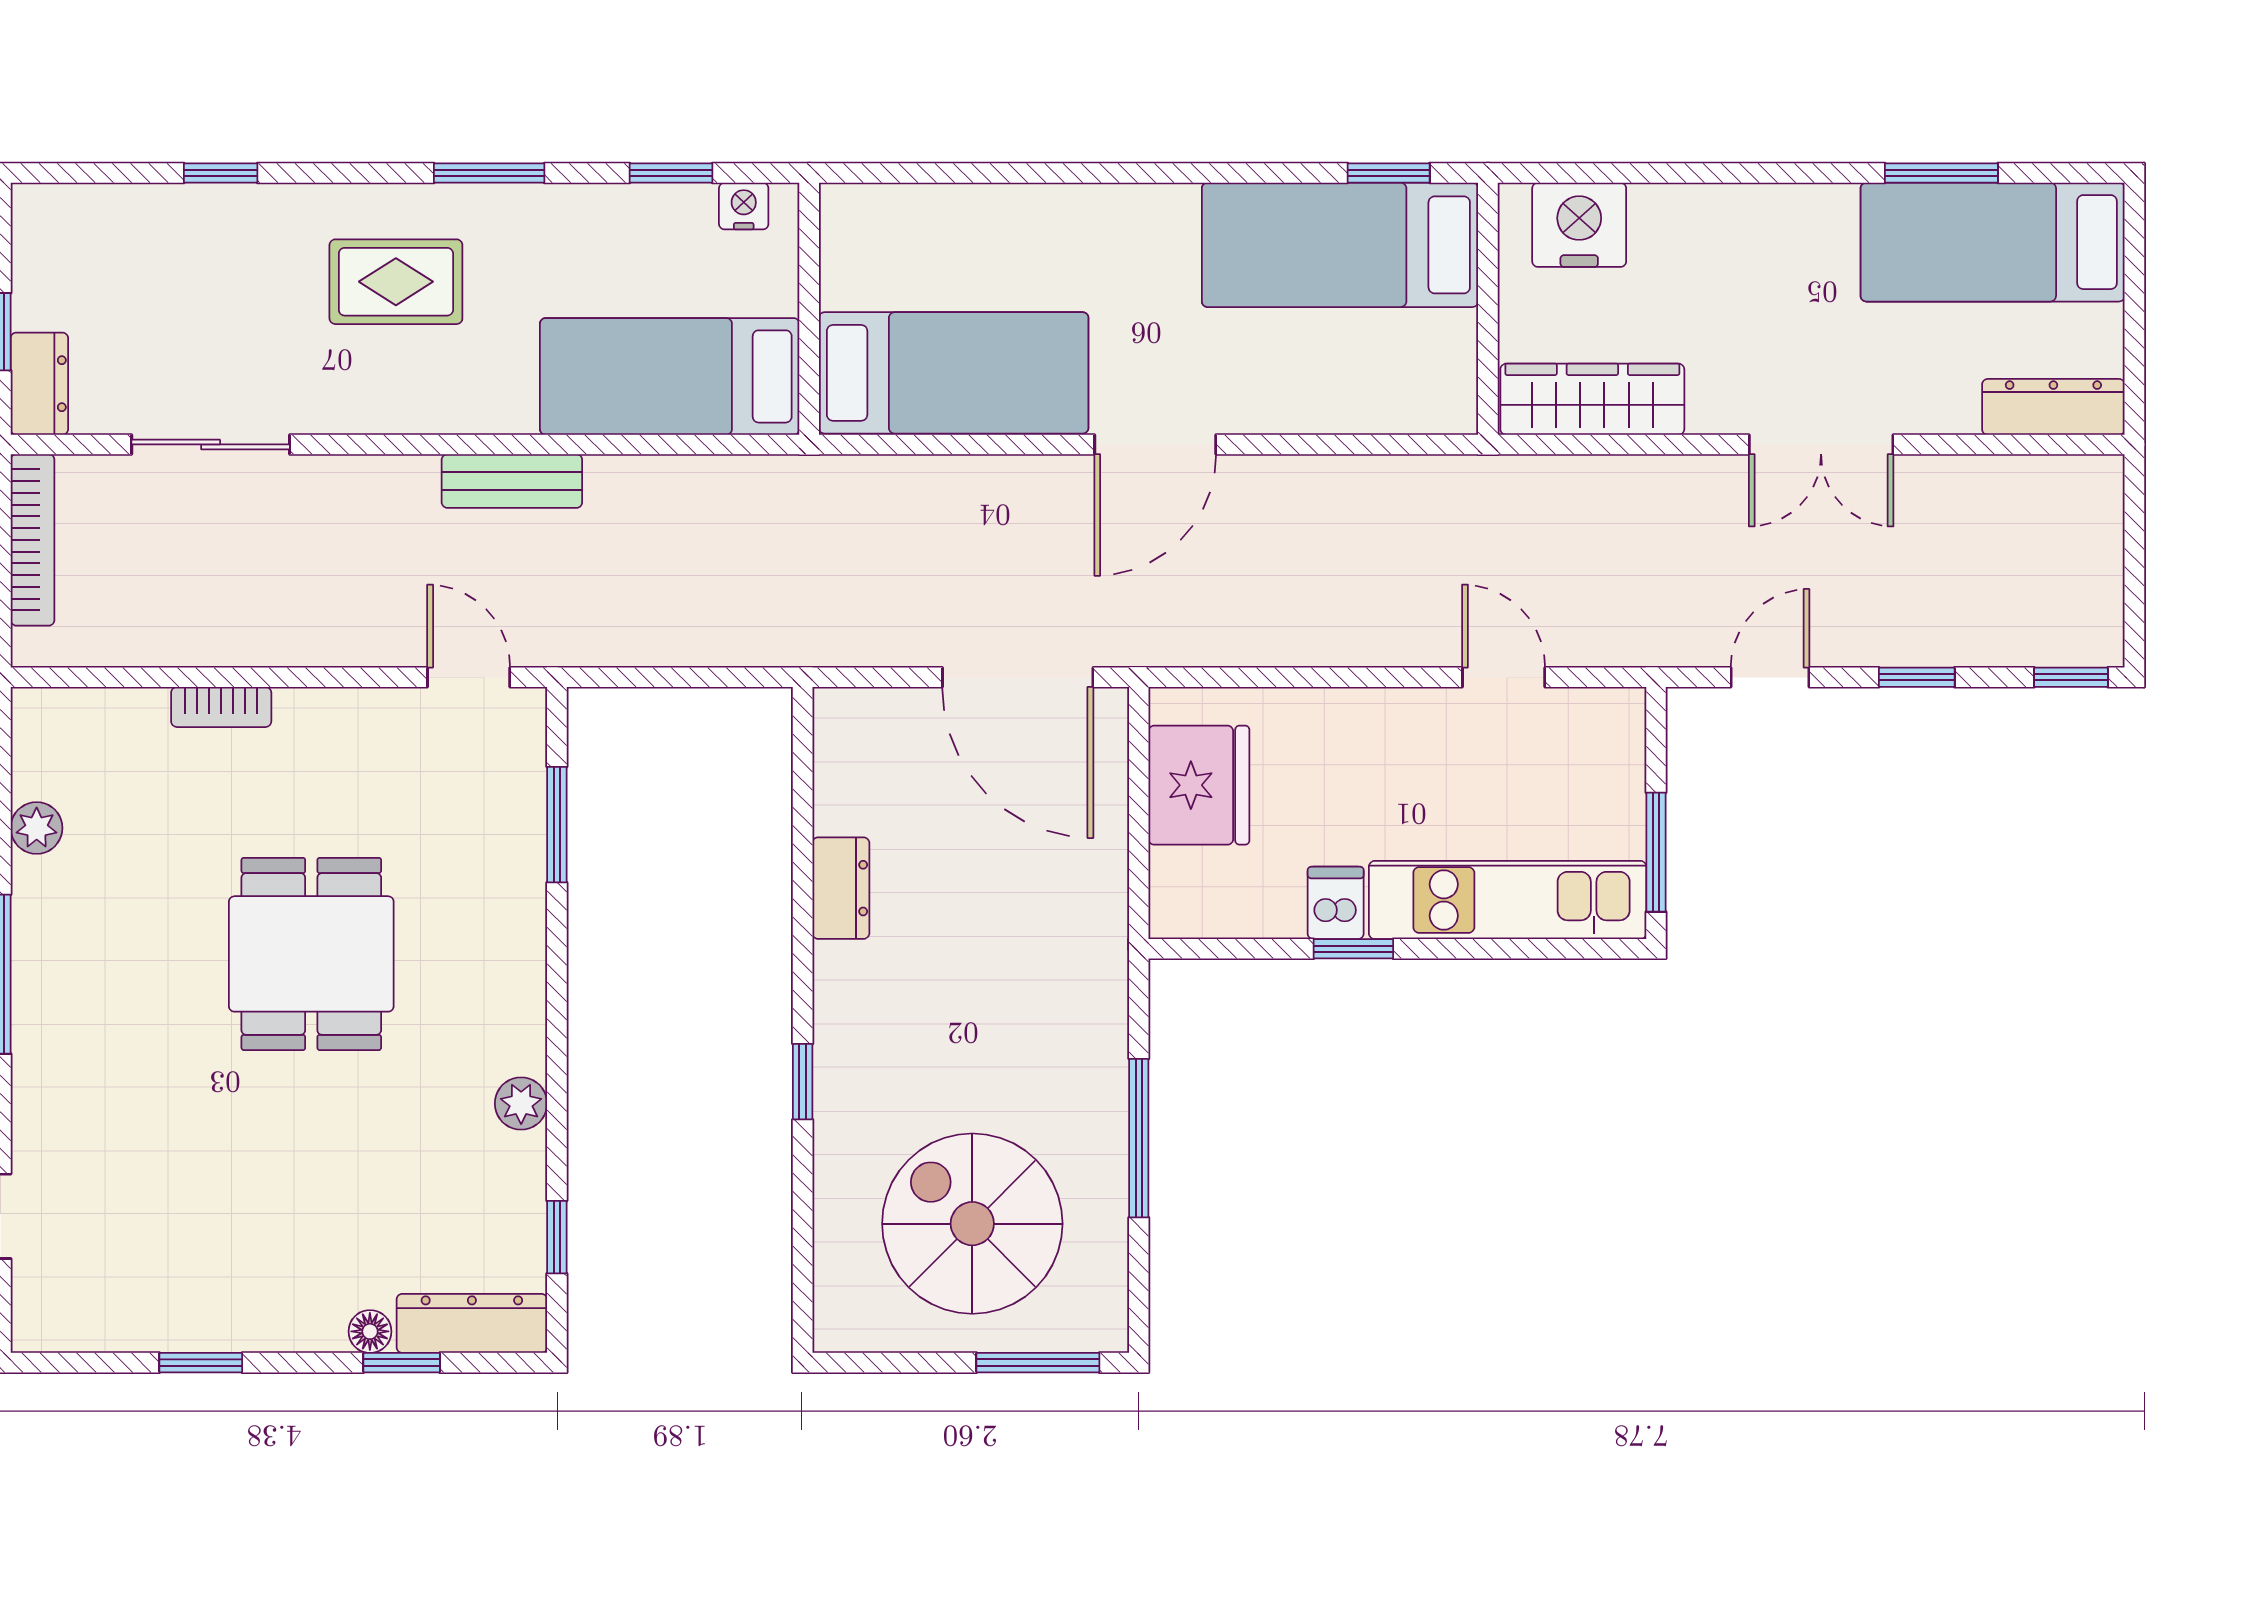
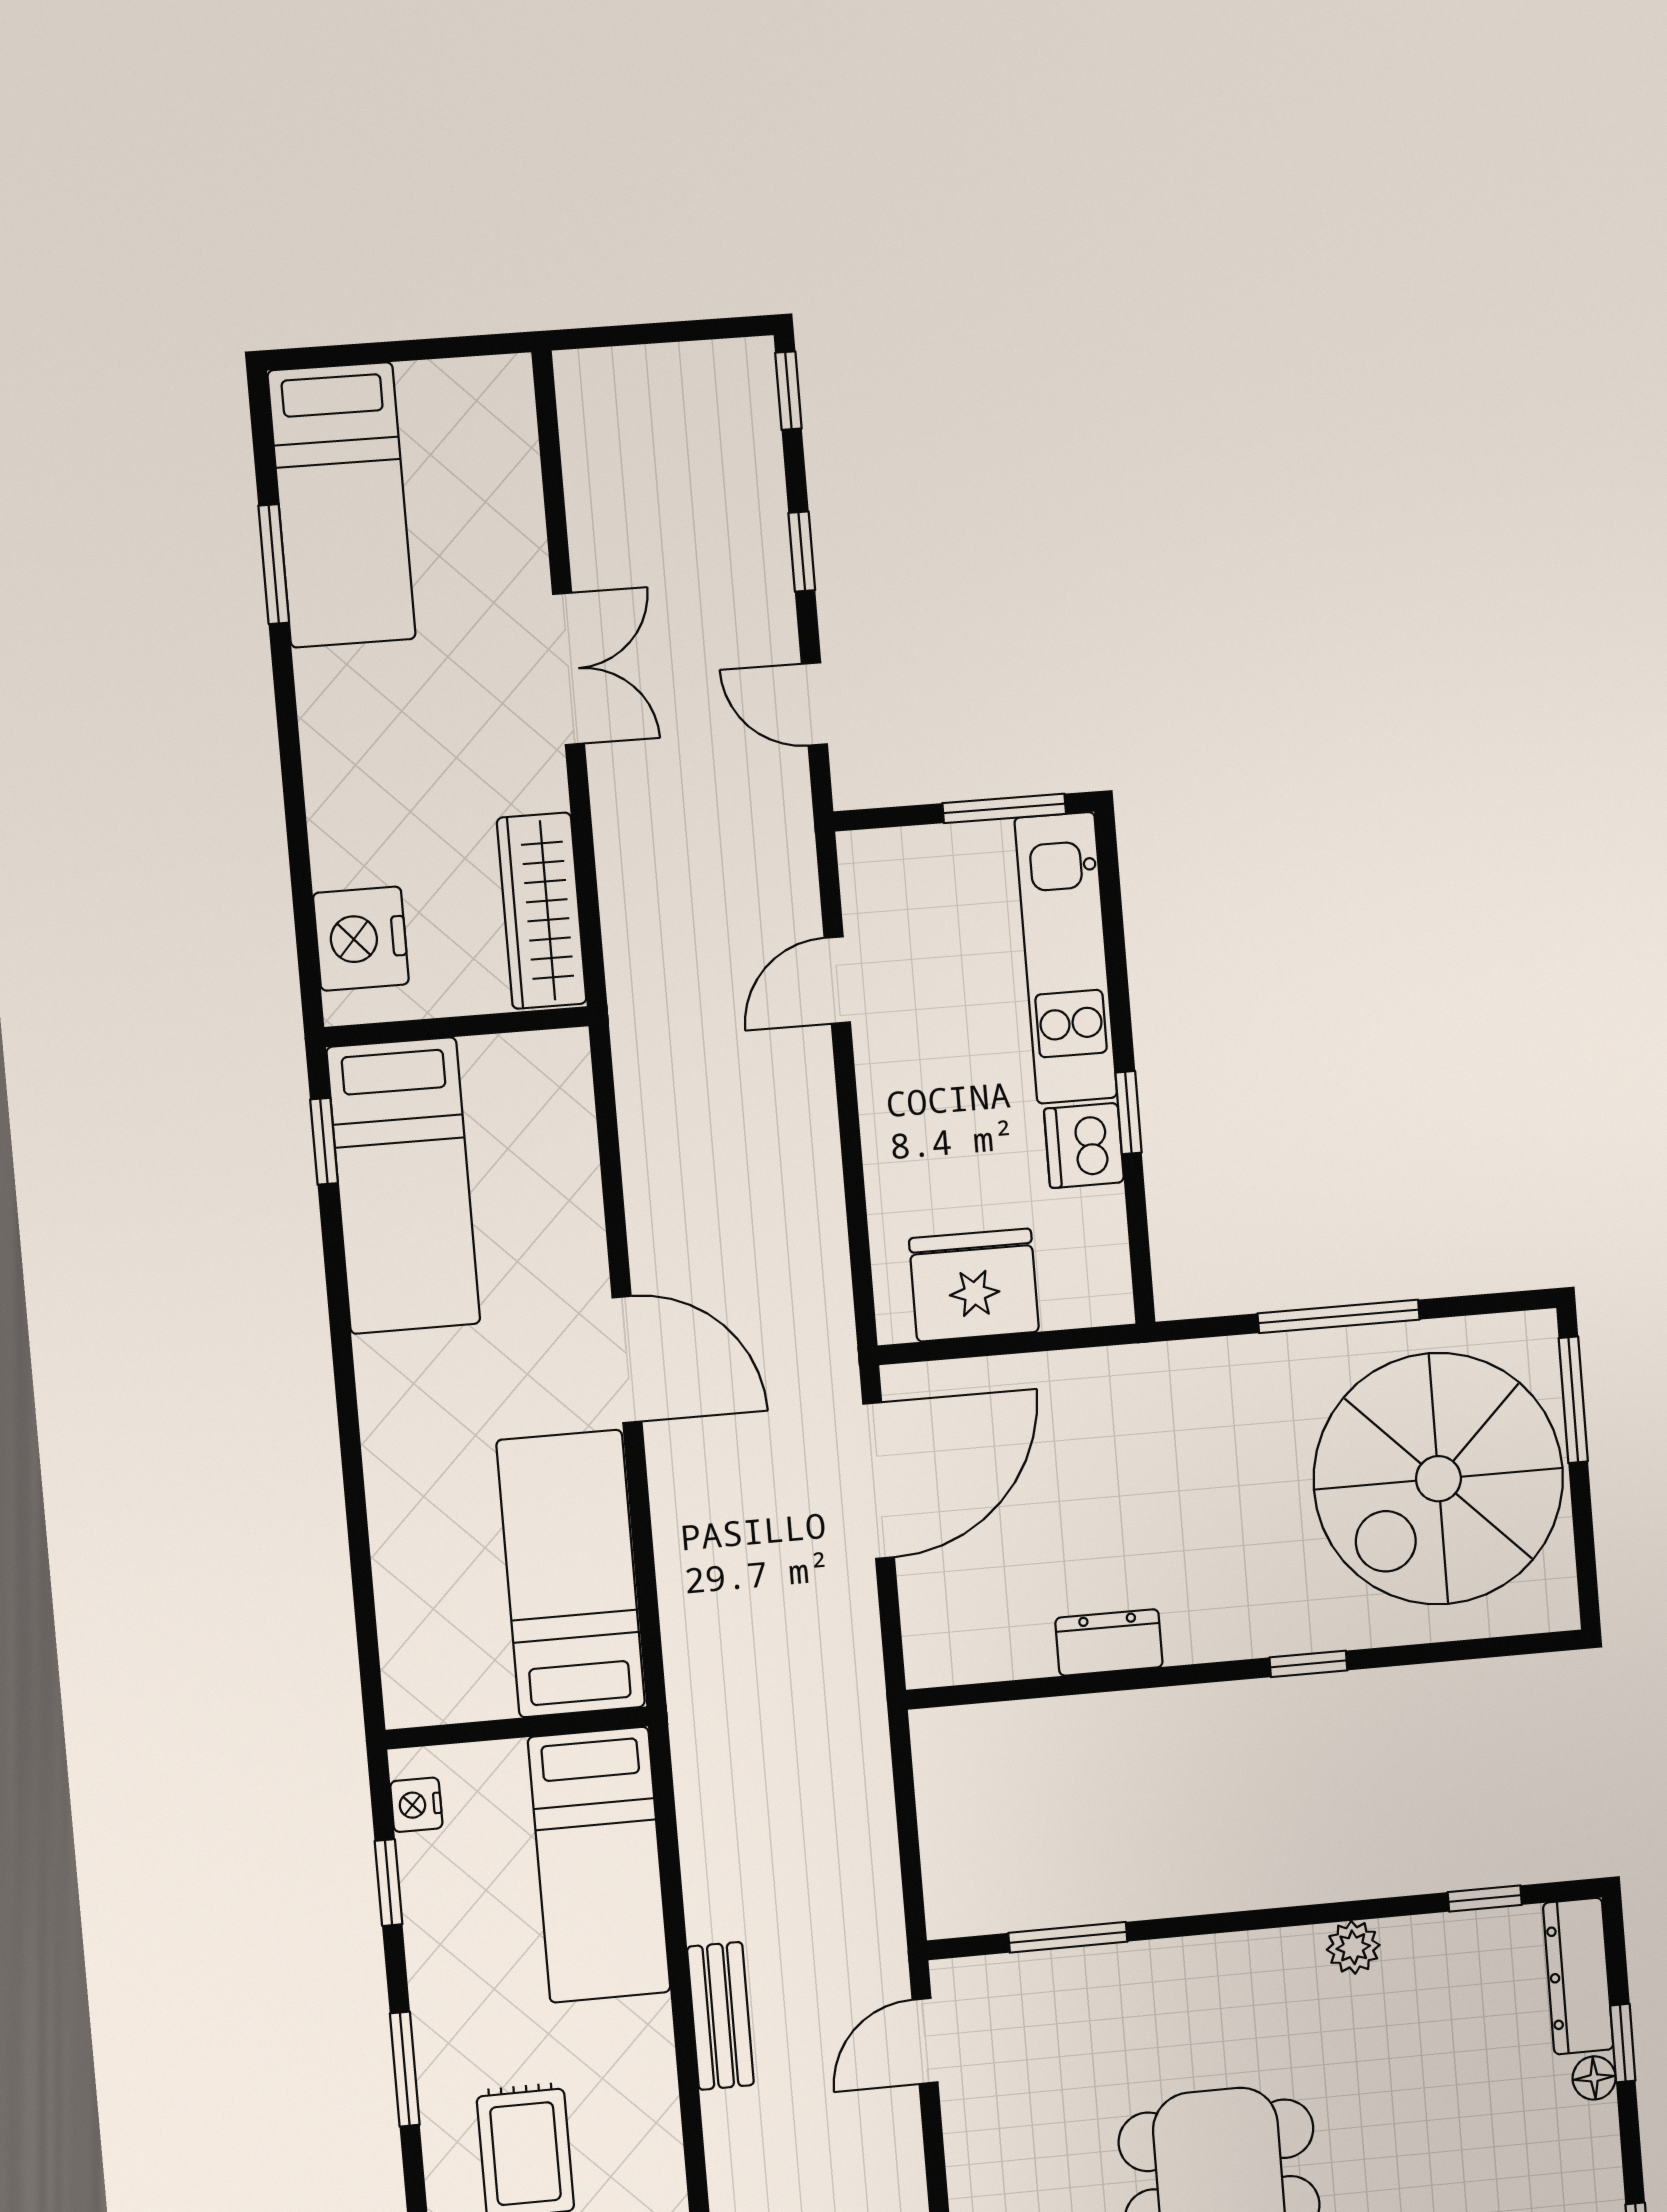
dresser: (2053, 407) -> (509, 429), removed
dishwasher: (1336, 903) -> (1084, 1145), width x1.38
spiral stairs: (972, 1224) -> (1438, 1479), width x1.37, depth x1.37

